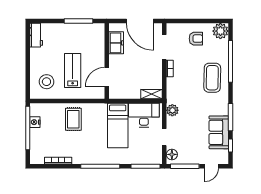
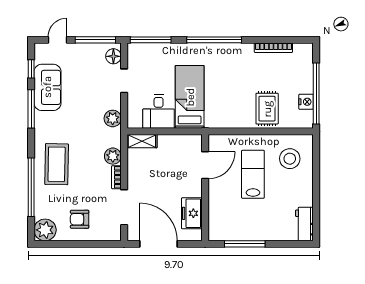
lab bench: (73, 71) -> (253, 174), turned 180
plant: (172, 83) -> (113, 156), added
desk: (144, 115) -> (159, 111), width x0.73
rug: (73, 119) -> (267, 109), moved

